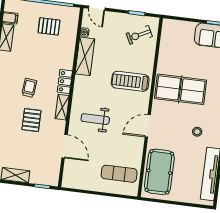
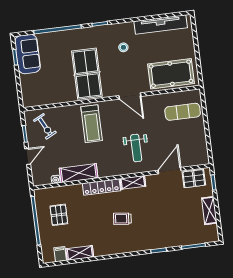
door: (97, 8) -> (28, 156), moved
locker: (65, 82) -> (101, 187), width x1.53
pallet: (31, 120) -> (194, 179), moved
exercise mat: (119, 174) -> (183, 112), turned 90

